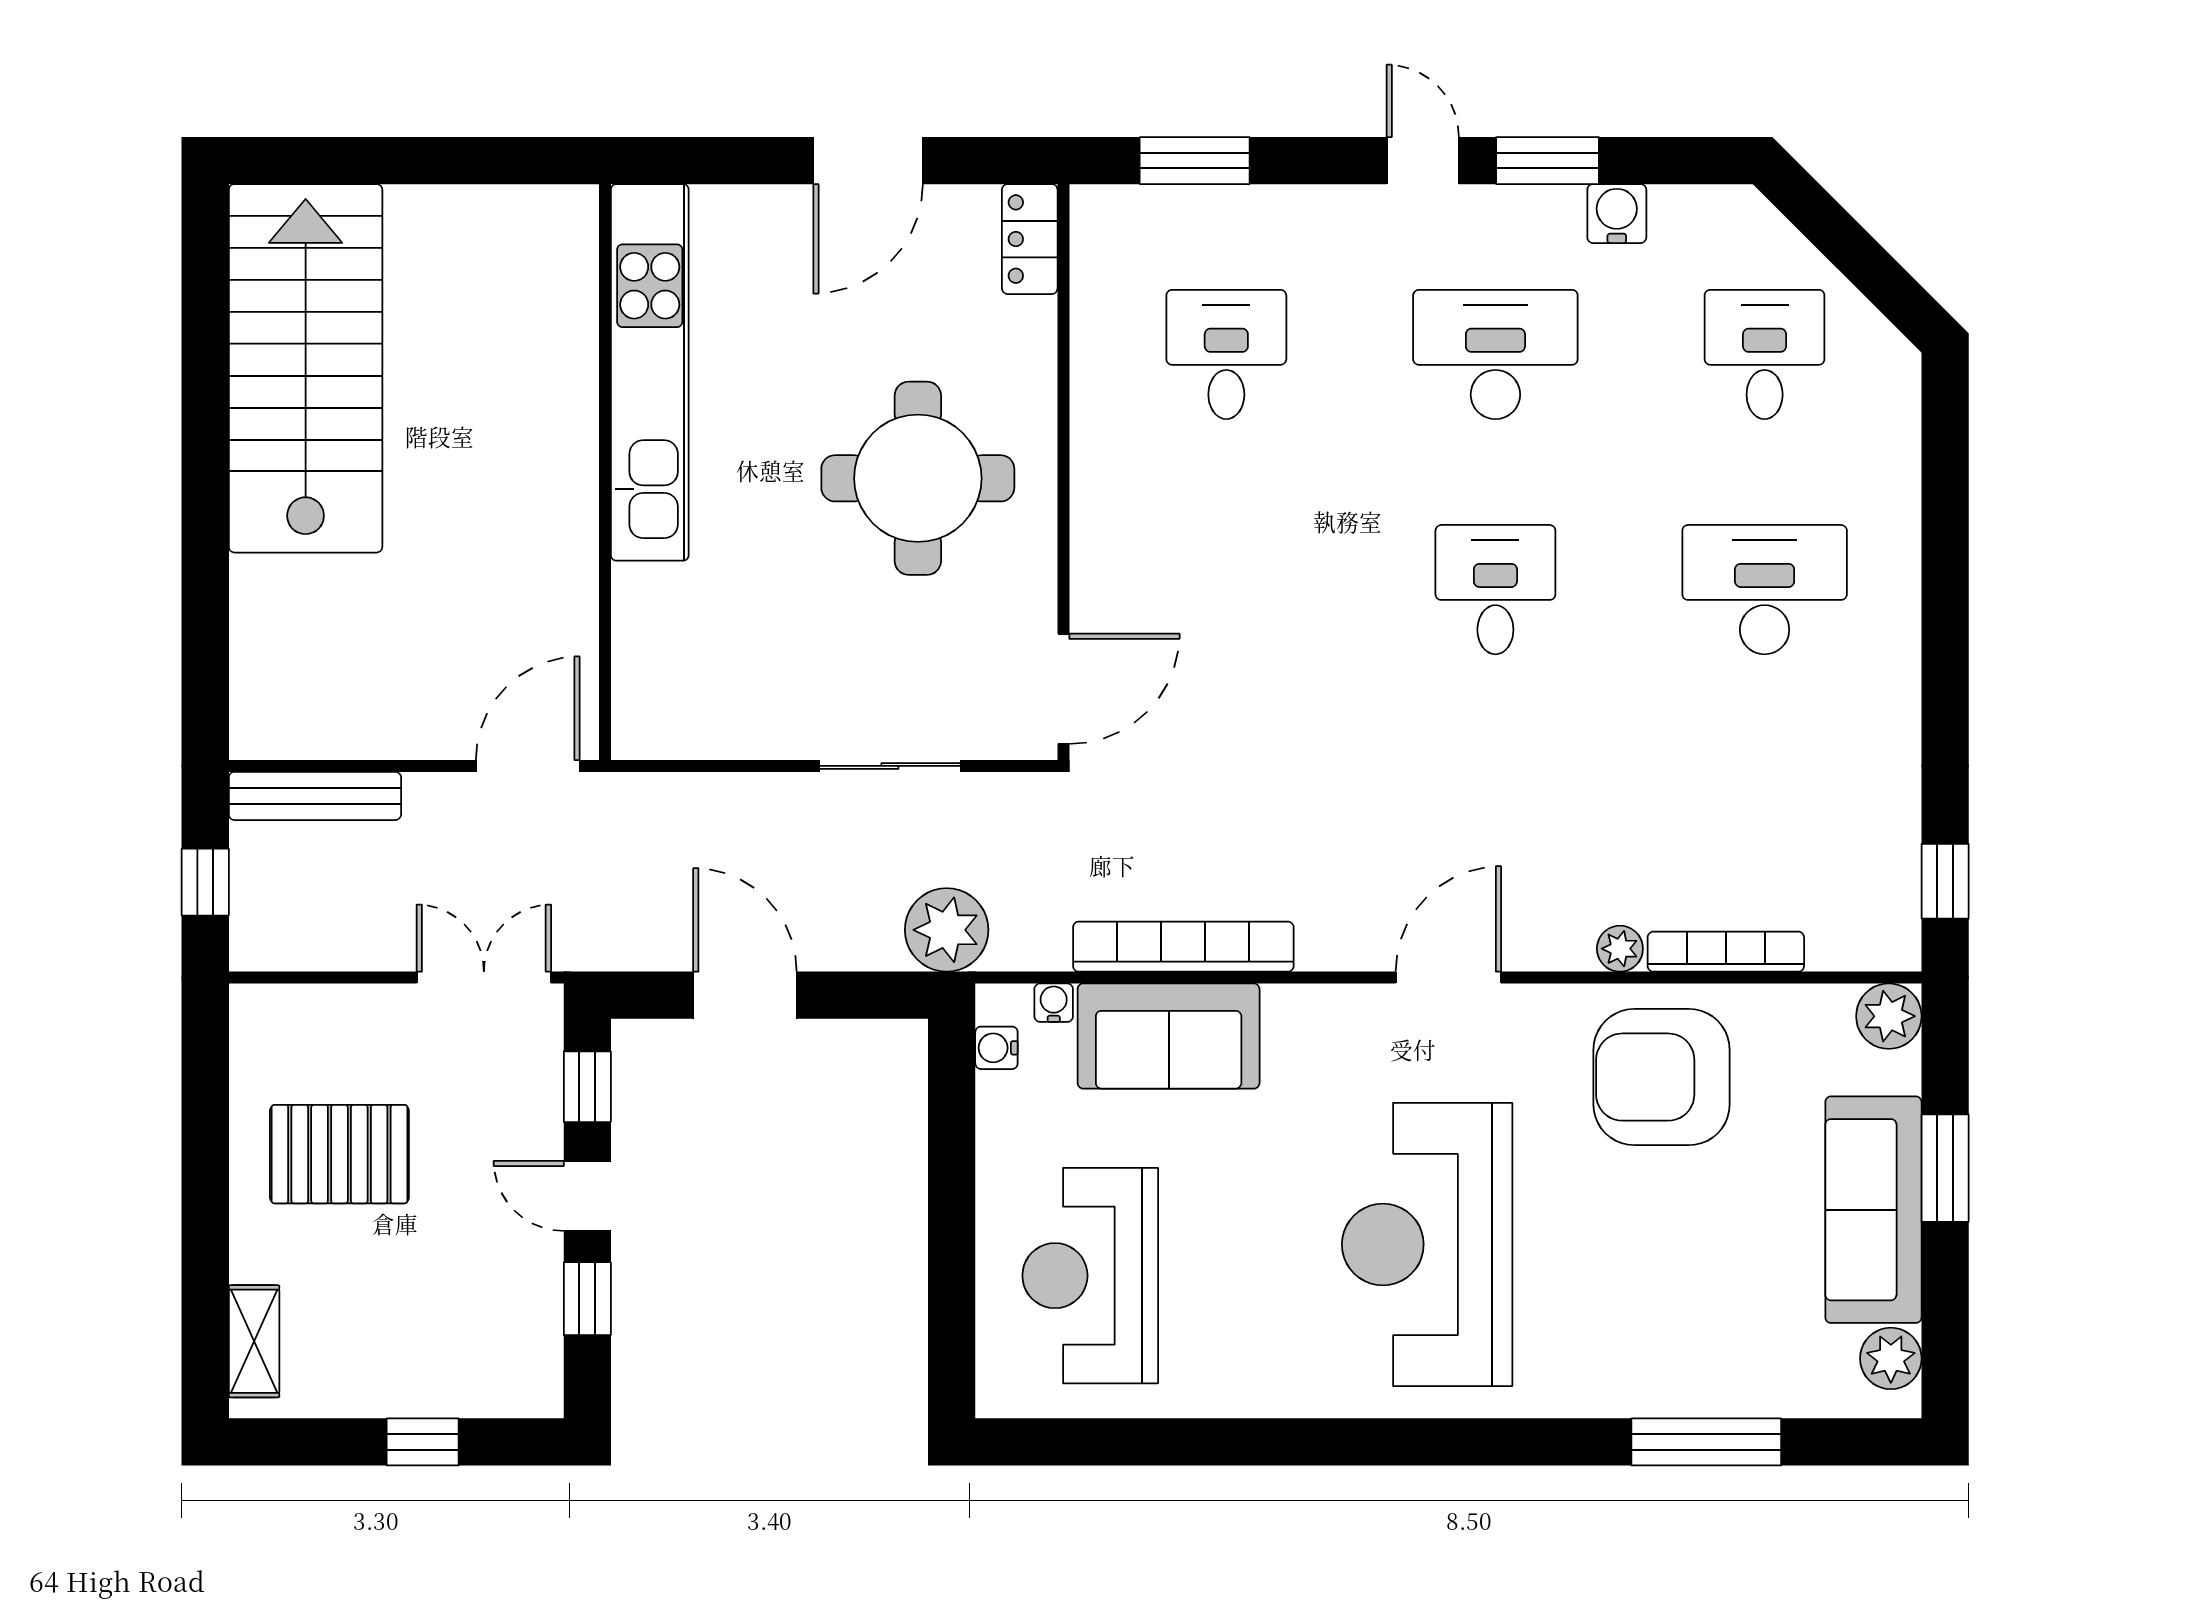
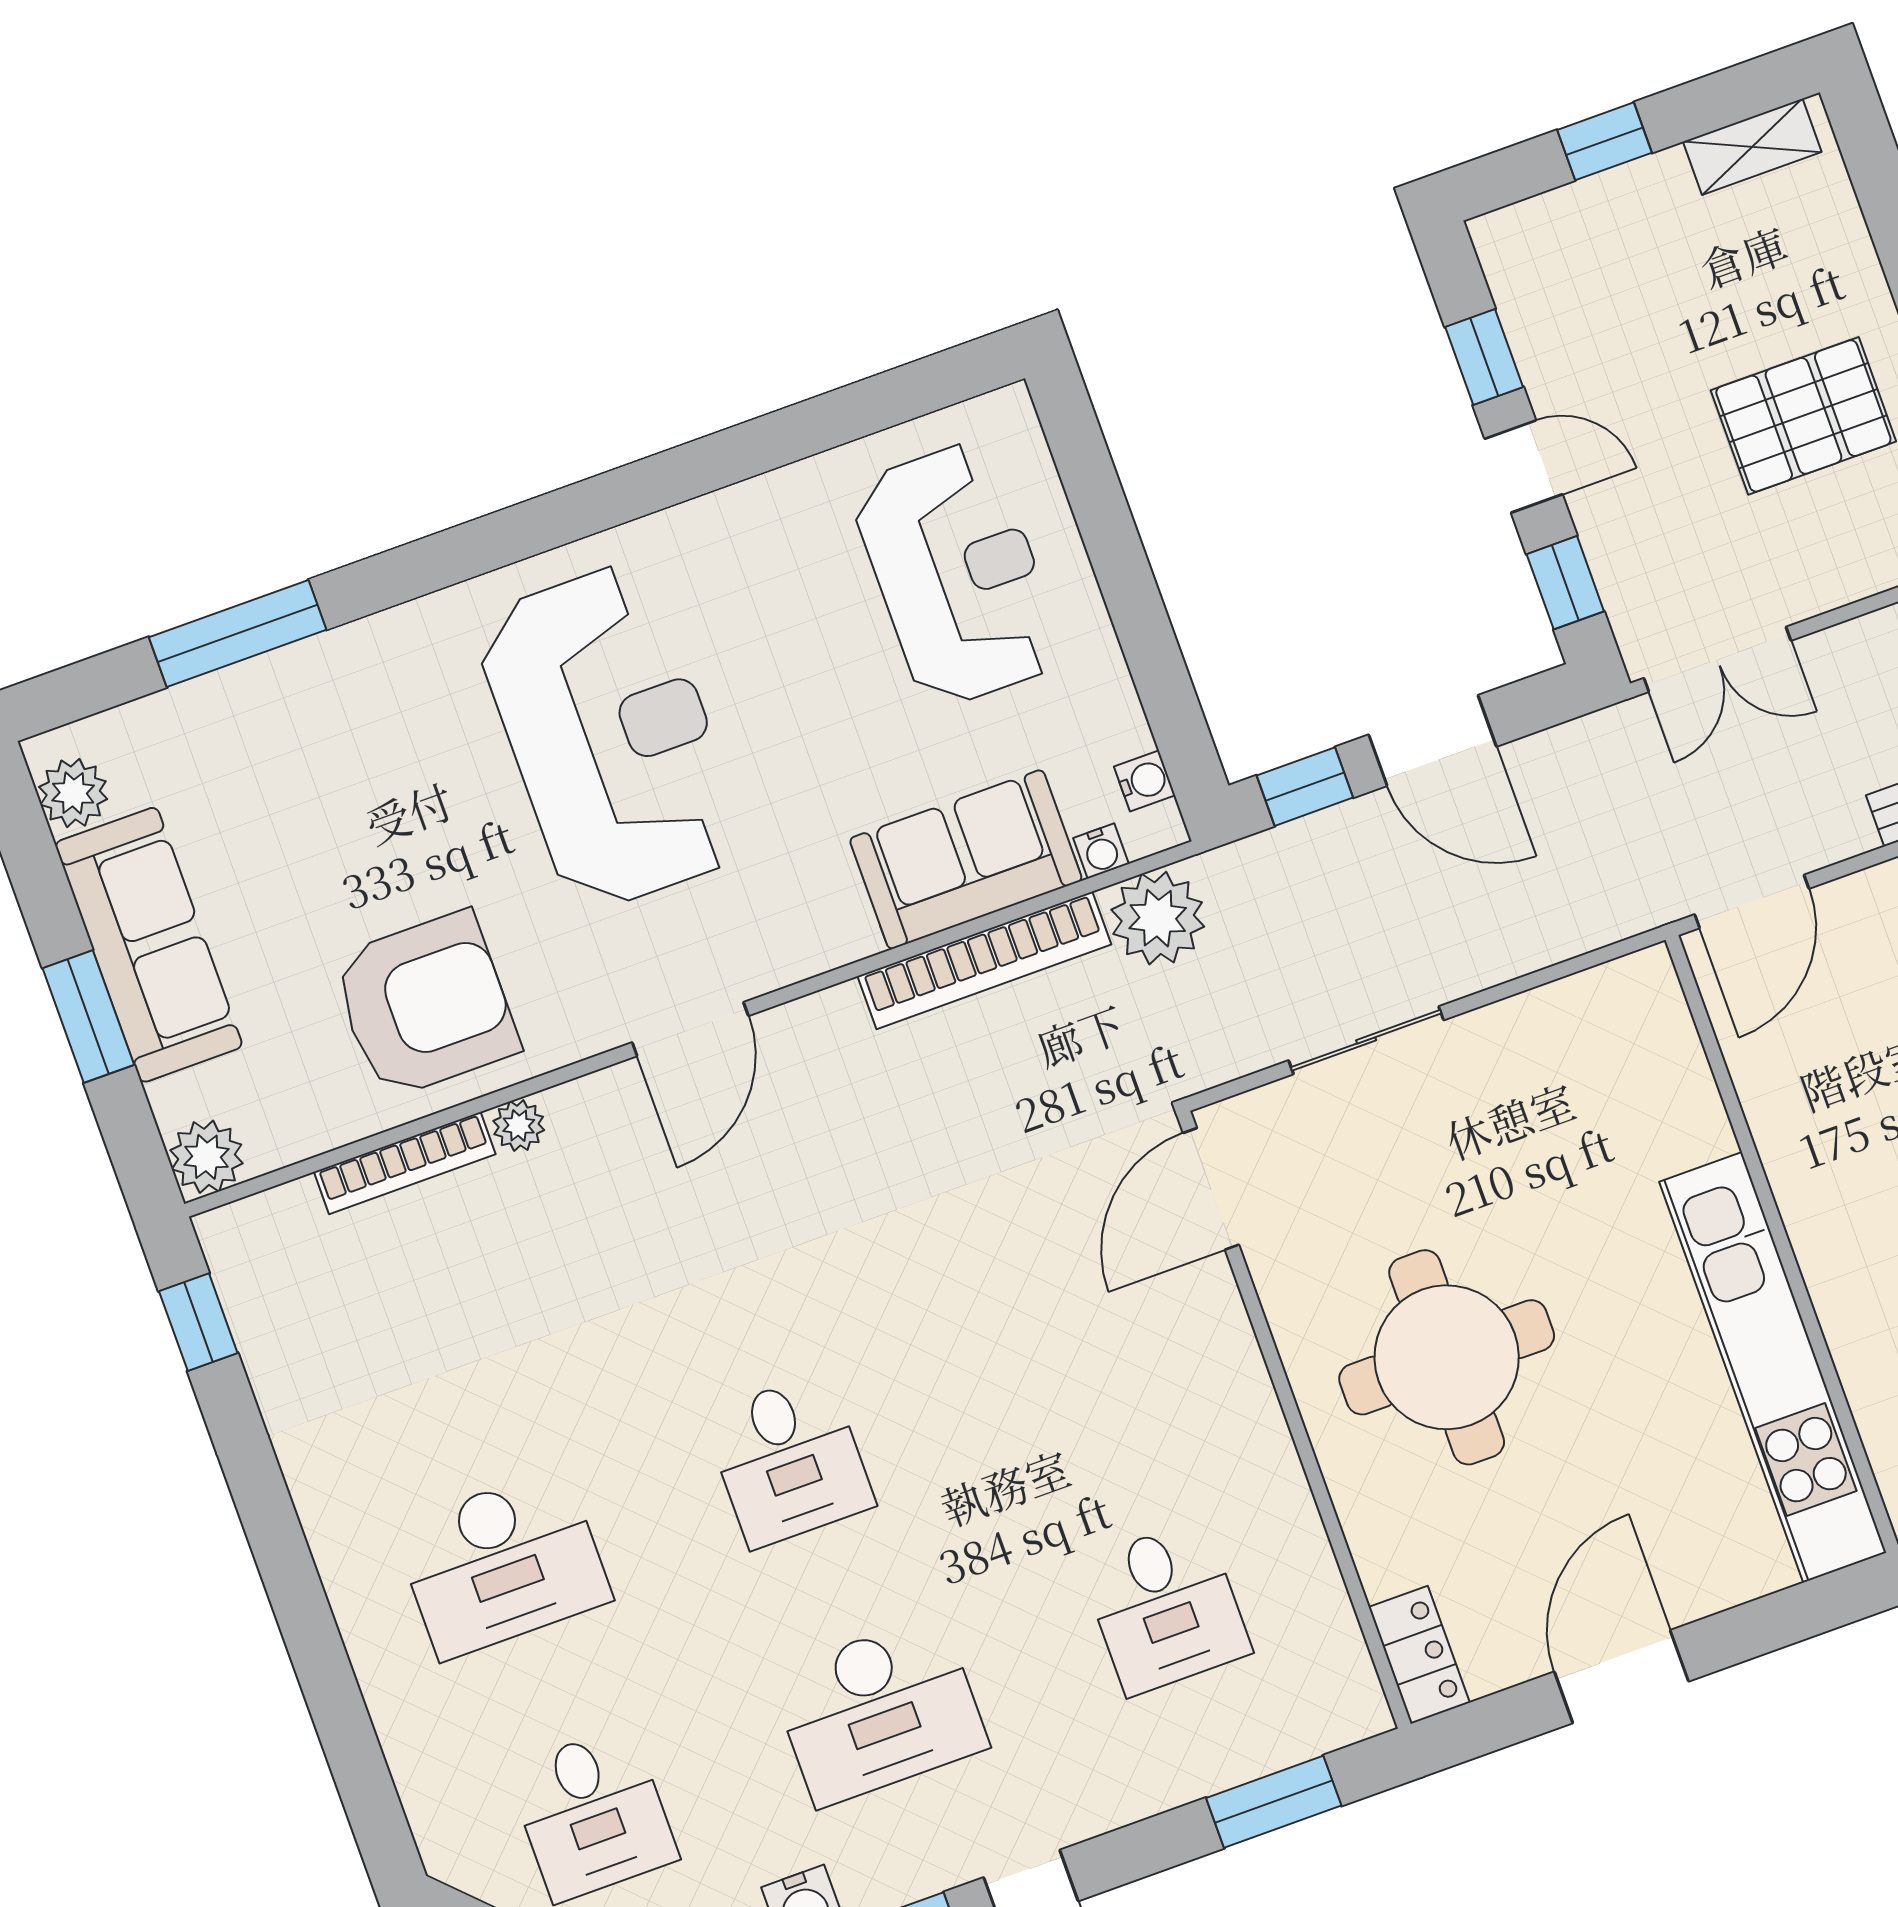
plant: (947, 930) -> (1158, 918), moved
window: (865, 995) -> (1305, 787), added
shelving: (254, 1341) -> (1752, 147), moved, turned 90

